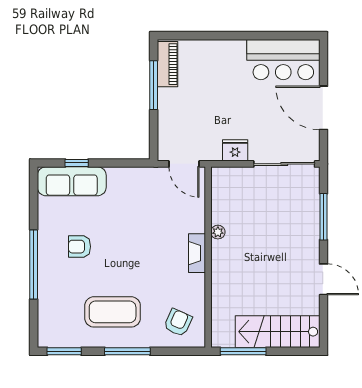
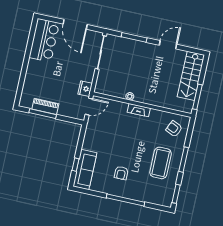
piano: (167, 64) -> (45, 106), moved
door: (323, 108) -> (75, 24), hinge flipped
fridge: (235, 150) -> (85, 89), moved

